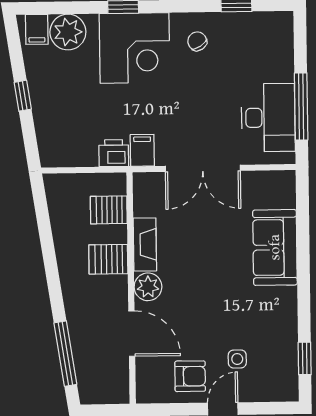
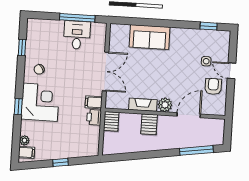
plant: (68, 32) -> (24, 140), width x0.53, depth x0.53
desk: (268, 118) -> (77, 35), width x0.73
server rack: (109, 210) -> (111, 121), moved

